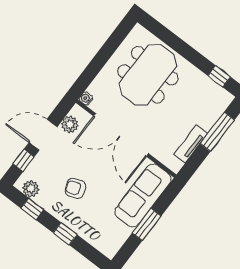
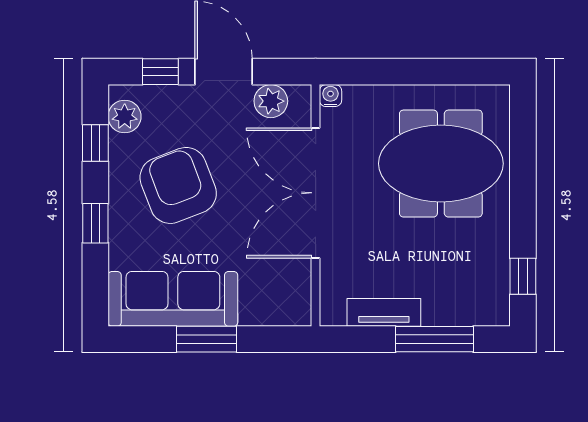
armchair: (75, 188) -> (178, 185), width x1.88, depth x1.88
sofa: (143, 195) -> (173, 299), moved

